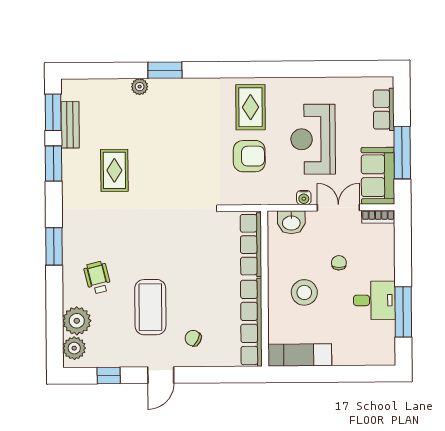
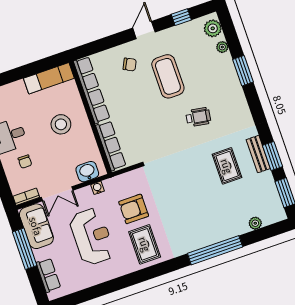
window: (165, 70) -> (215, 250), width x2.11
plant: (140, 87) -> (255, 223), moved
bench: (70, 125) -> (258, 154), moved
water cooler: (304, 198) -> (97, 188), moved
window: (54, 246) -> (243, 71), moved
chair: (339, 263) -> (25, 162), moved
wheelchair: (97, 278) -> (198, 117), moved, turned -67
plant: (77, 321) -> (222, 47), width x0.53, depth x0.53

